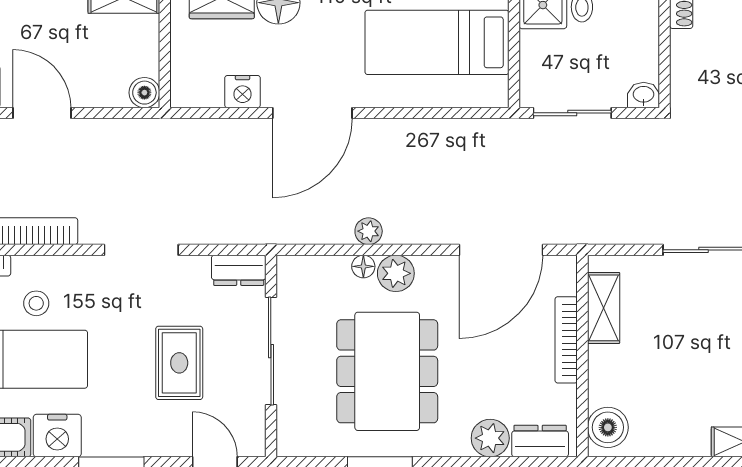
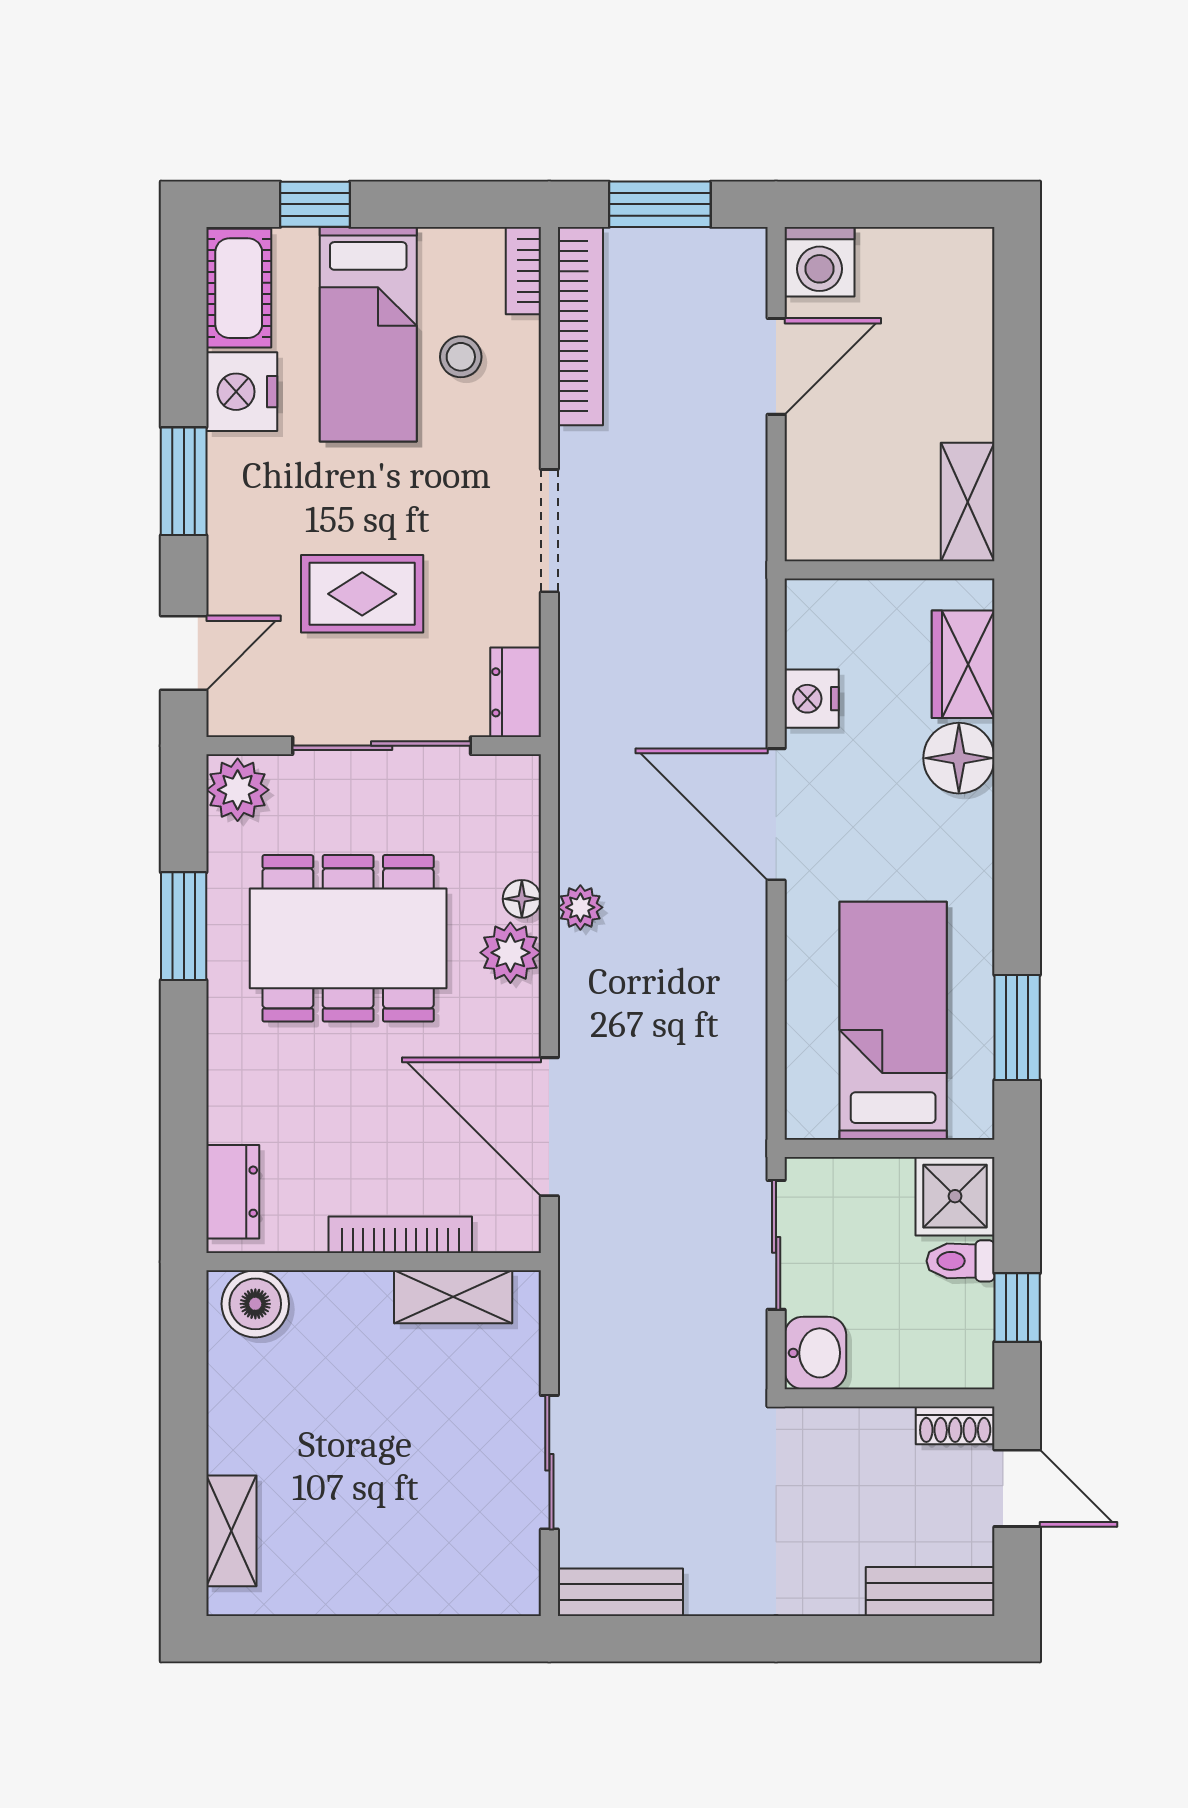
boiler: (144, 93) -> (810, 536), removed
washbasin: (644, 95) -> (815, 1353), width x1.38, depth x1.45
plant: (490, 438) -> (238, 790), moved

